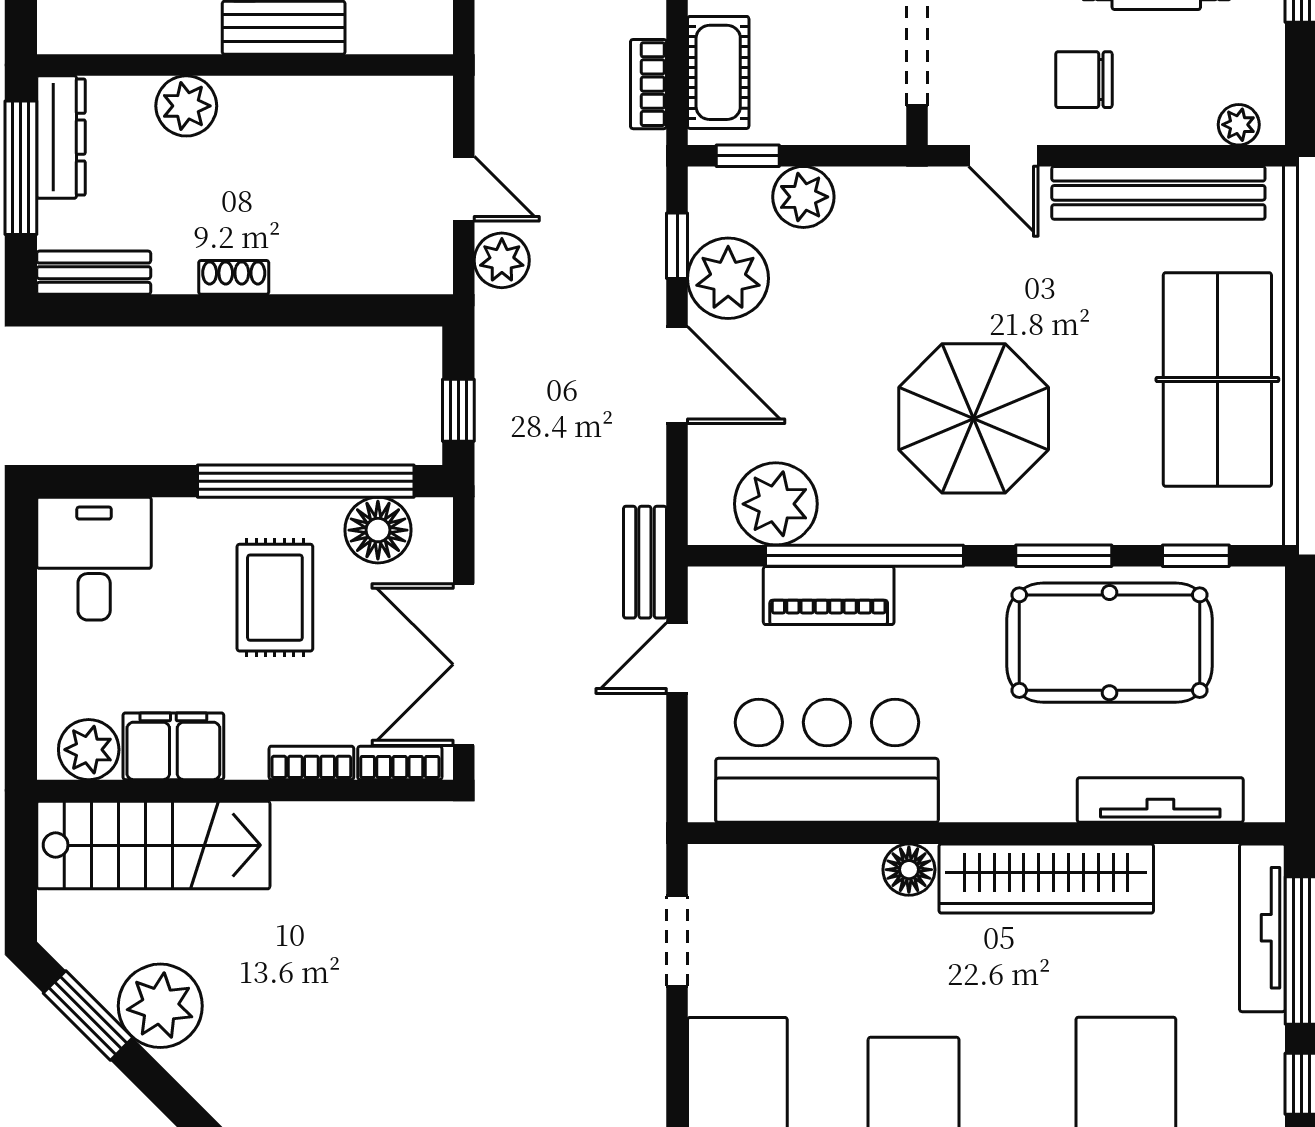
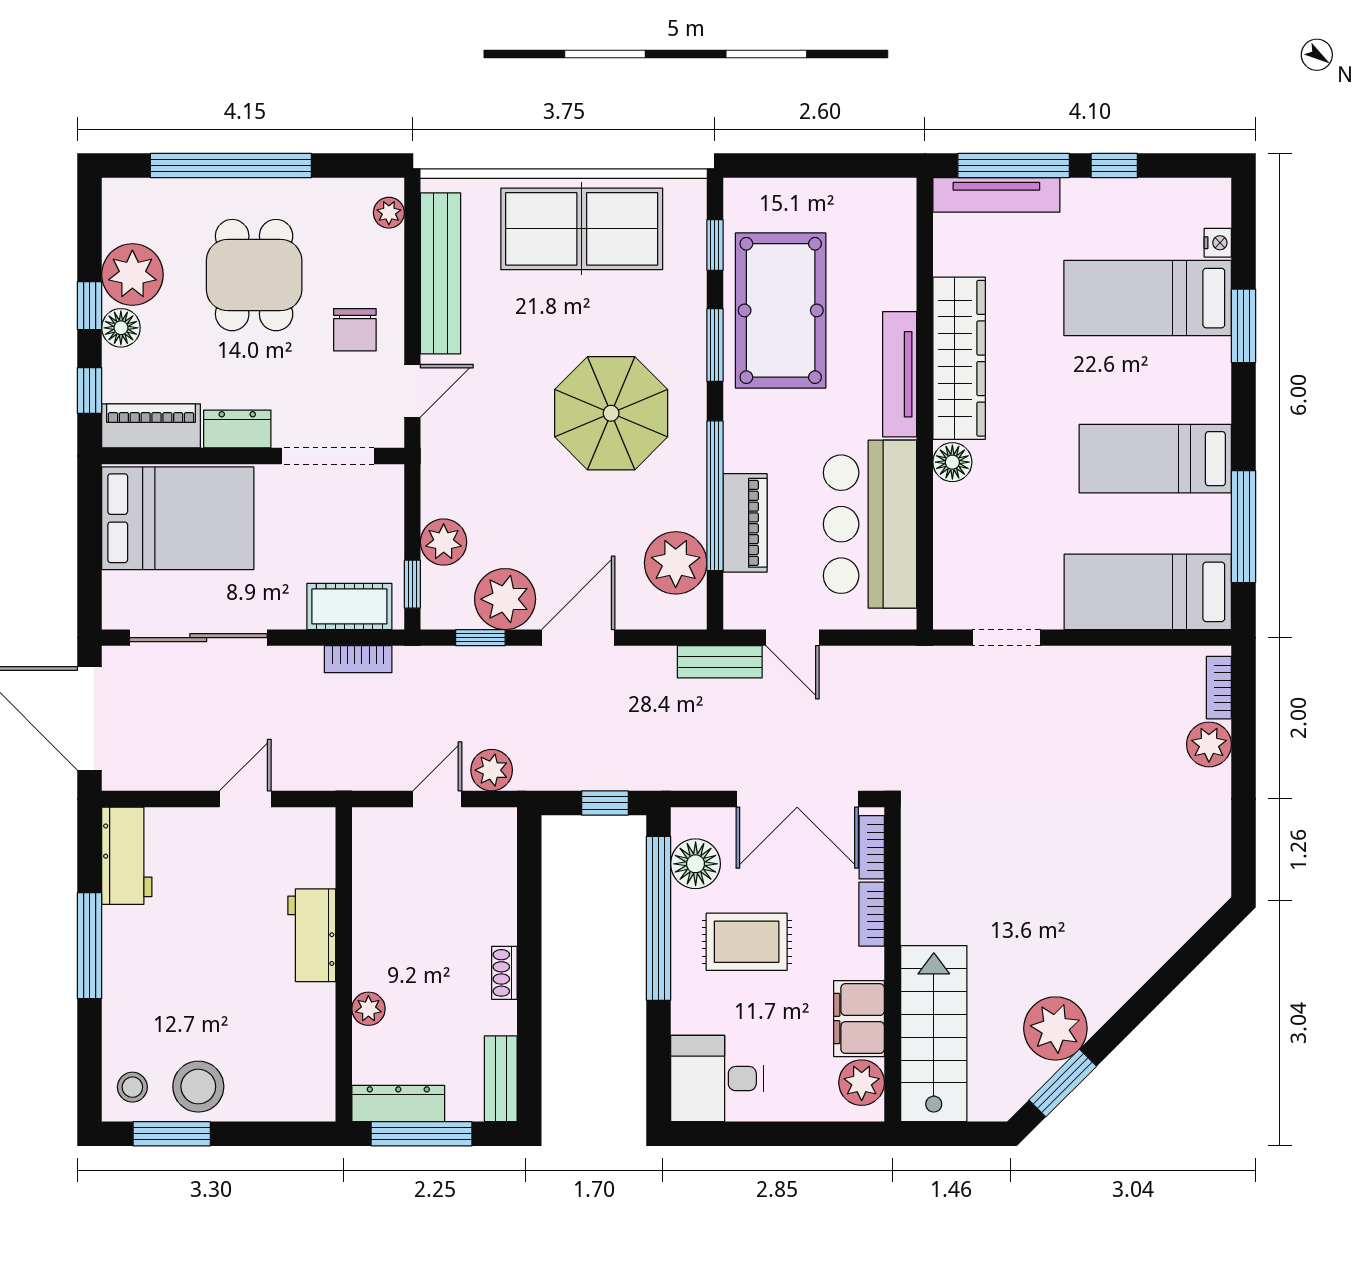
plant: (186, 106) -> (368, 1009), width x0.73, depth x0.73
tv unit: (1160, 800) -> (900, 374), moved

